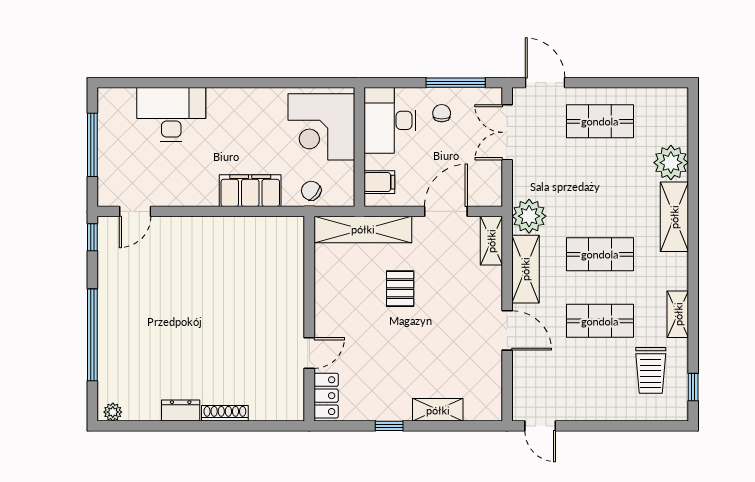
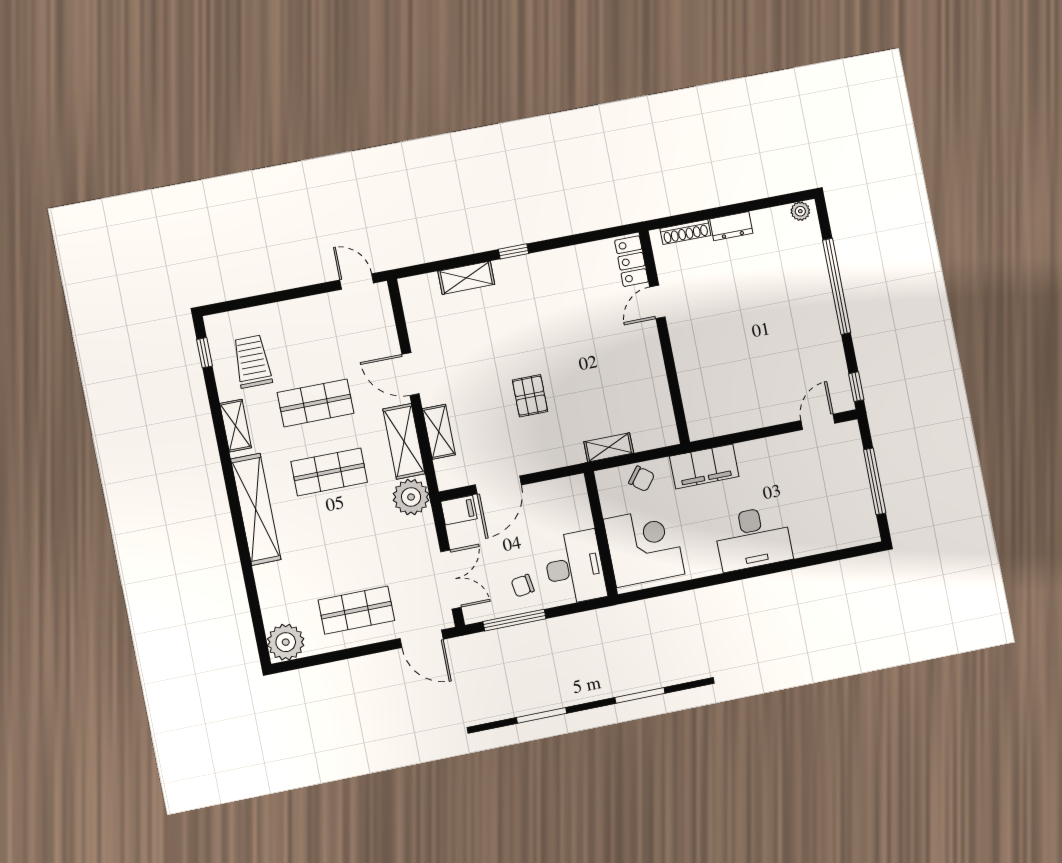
chair: (442, 113) -> (523, 586), turned 81
desk: (171, 114) -> (753, 538), moved
plant: (671, 163) -> (286, 642), moved
filing cabinet: (379, 182) -> (459, 510), moved, turned 180
shelving: (674, 217) -> (256, 509), width x1.47
shelving: (363, 229) -> (609, 447), width x0.45, depth x0.75
shelving: (491, 241) -> (439, 432), moved
wall: (309, 319) -> (664, 337), moved
door: (309, 353) -> (657, 302), moved
locker: (326, 396) -> (631, 261), moved

